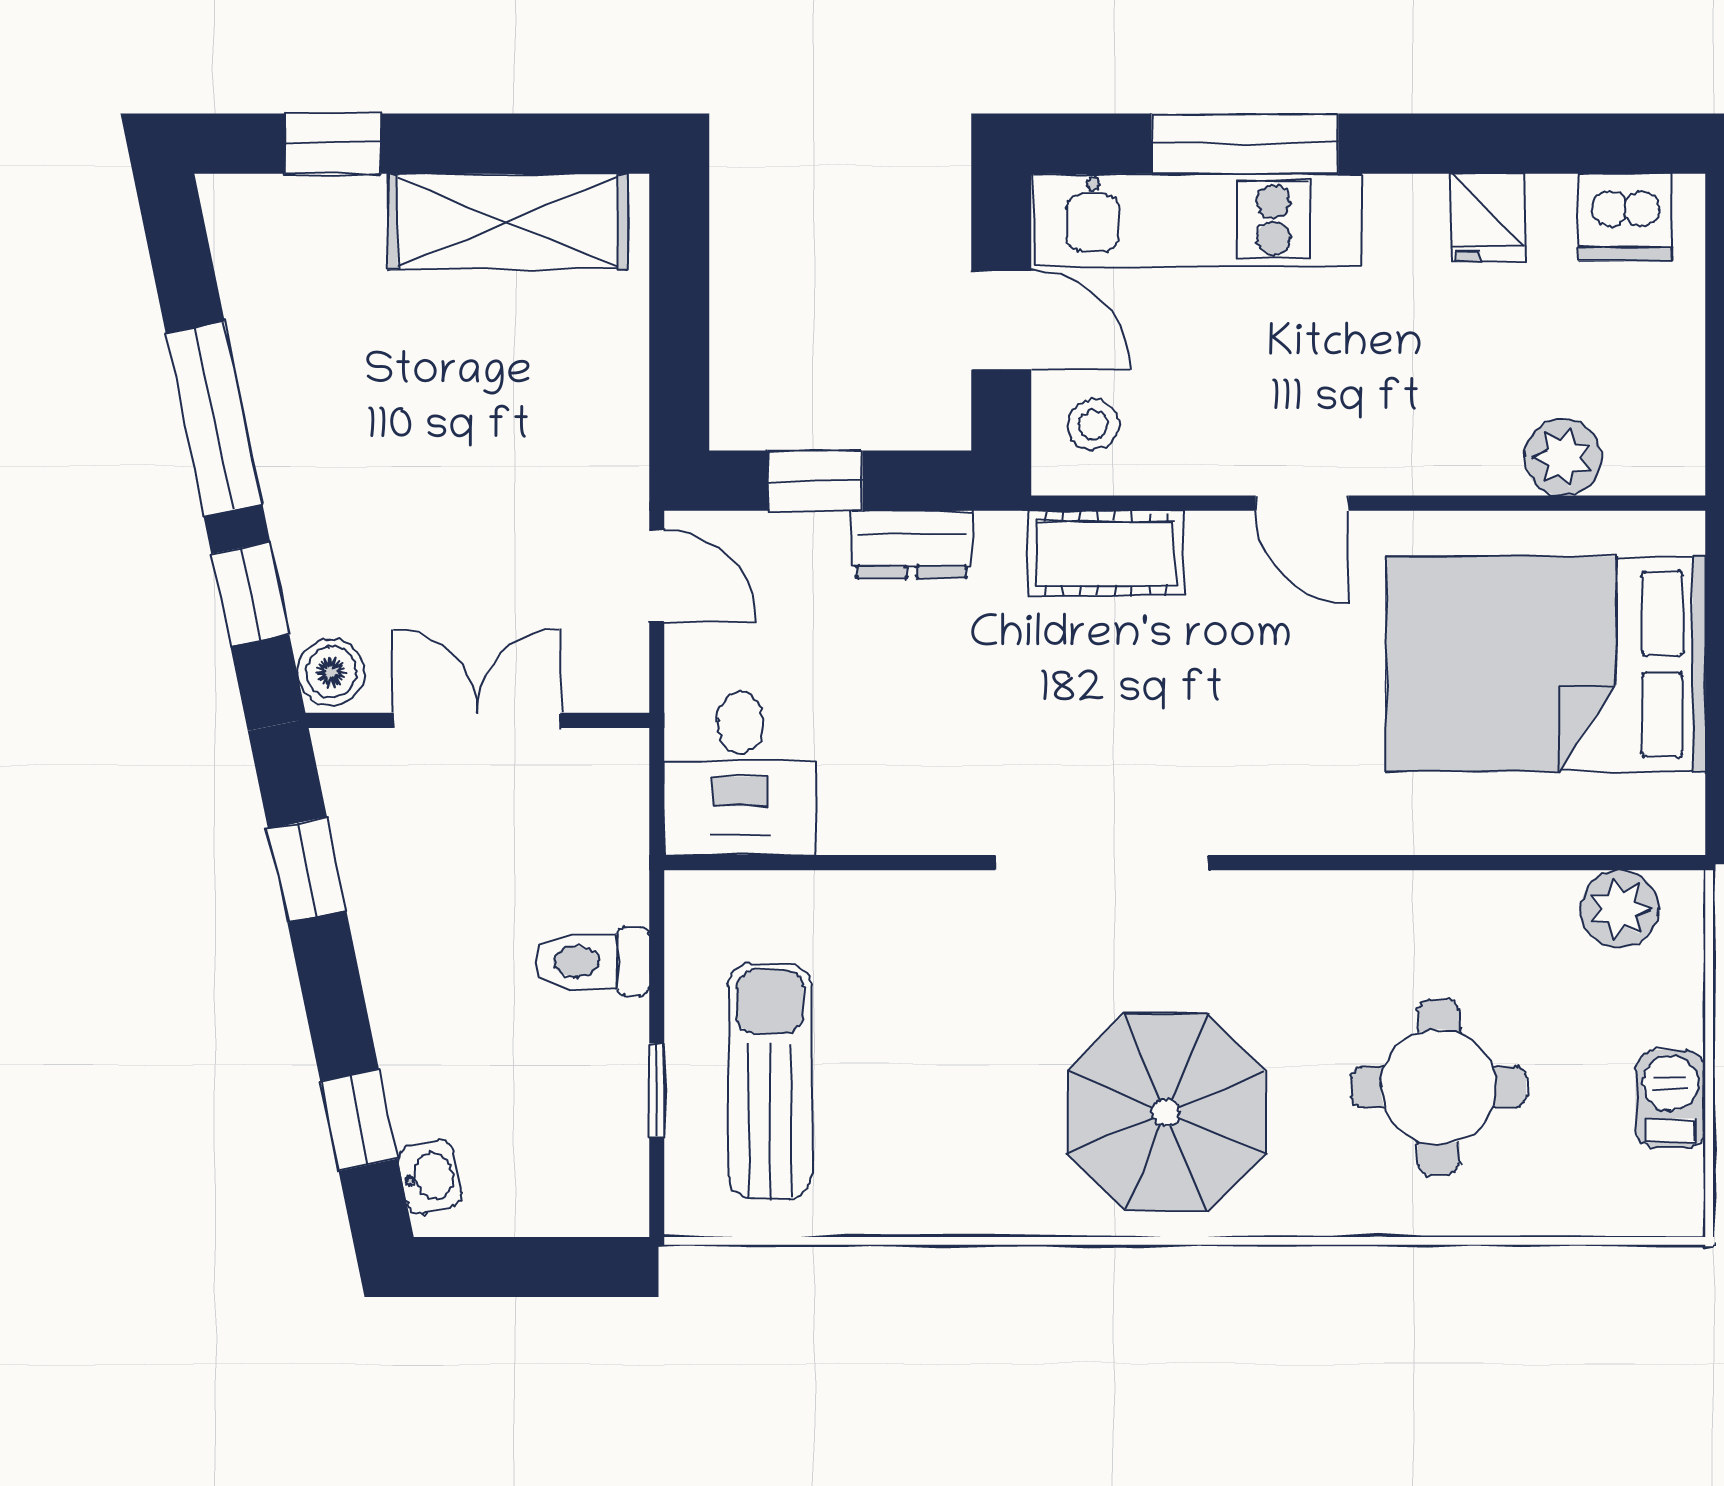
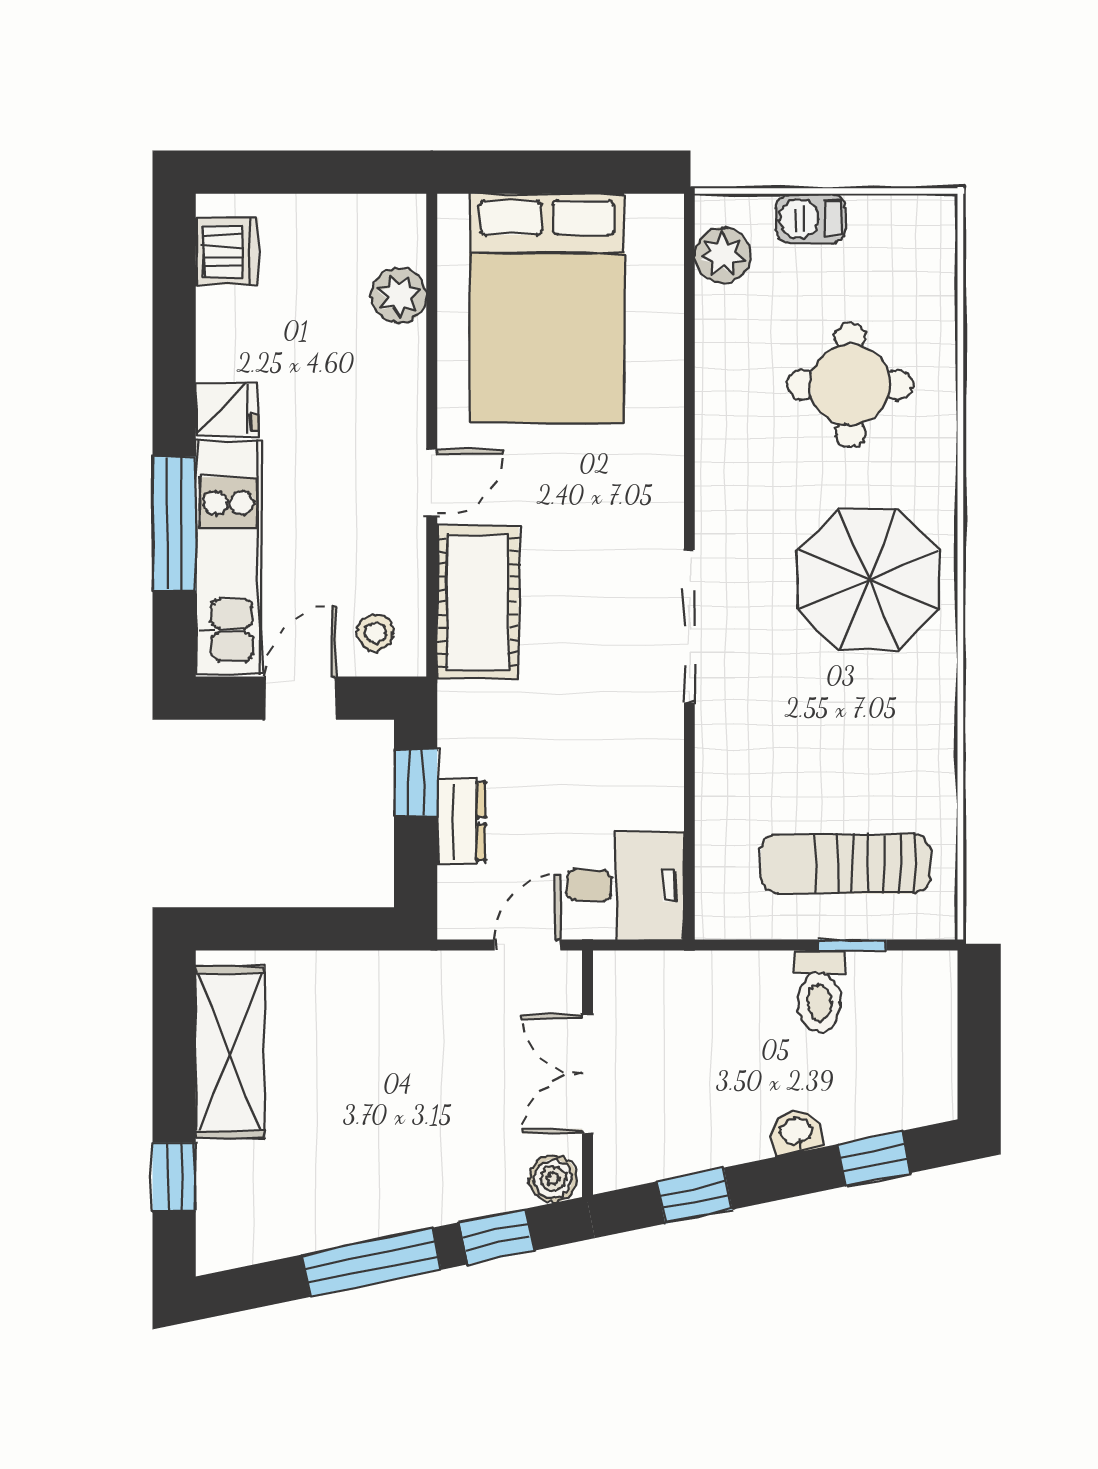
fridge: (1488, 217) -> (227, 409), moved
window: (815, 481) -> (416, 783), moved
dresser: (912, 544) -> (461, 821), moved
cot: (1106, 553) -> (478, 602), width x1.37, depth x1.34
door: (657, 576) -> (528, 945), moved
toilet: (592, 962) -> (819, 991), moved
barbecue: (1670, 1099) -> (811, 219), moved
washbasin: (430, 1177) -> (796, 1132), moved

